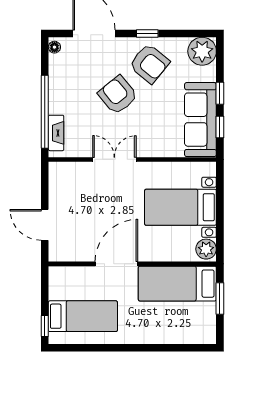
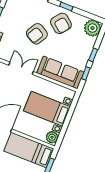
armchair: (118, 95) -> (37, 34), turned -111
sofa: (200, 120) -> (60, 72), moved, turned 90

